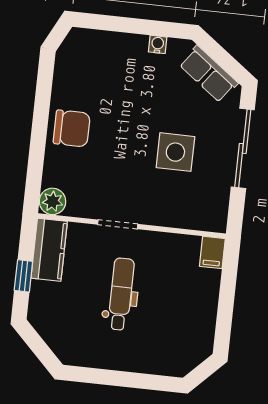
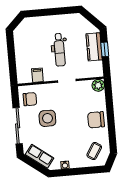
coffee table: (89, 62) -> (94, 151), added
chair: (205, 201) -> (30, 99), added
kitchen counter: (49, 250) -> (94, 47), moved
filing cabinet: (212, 252) -> (37, 75), moved

